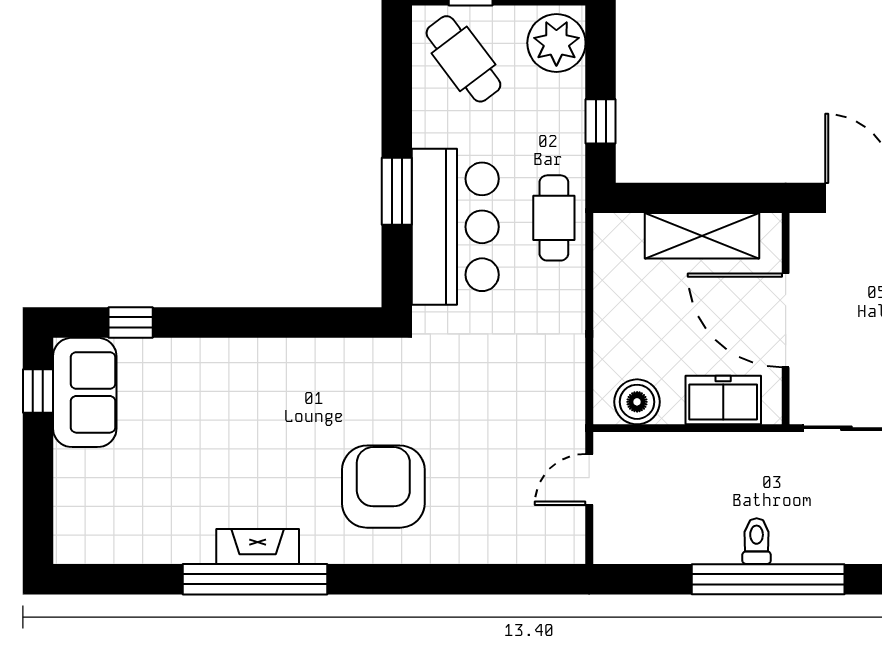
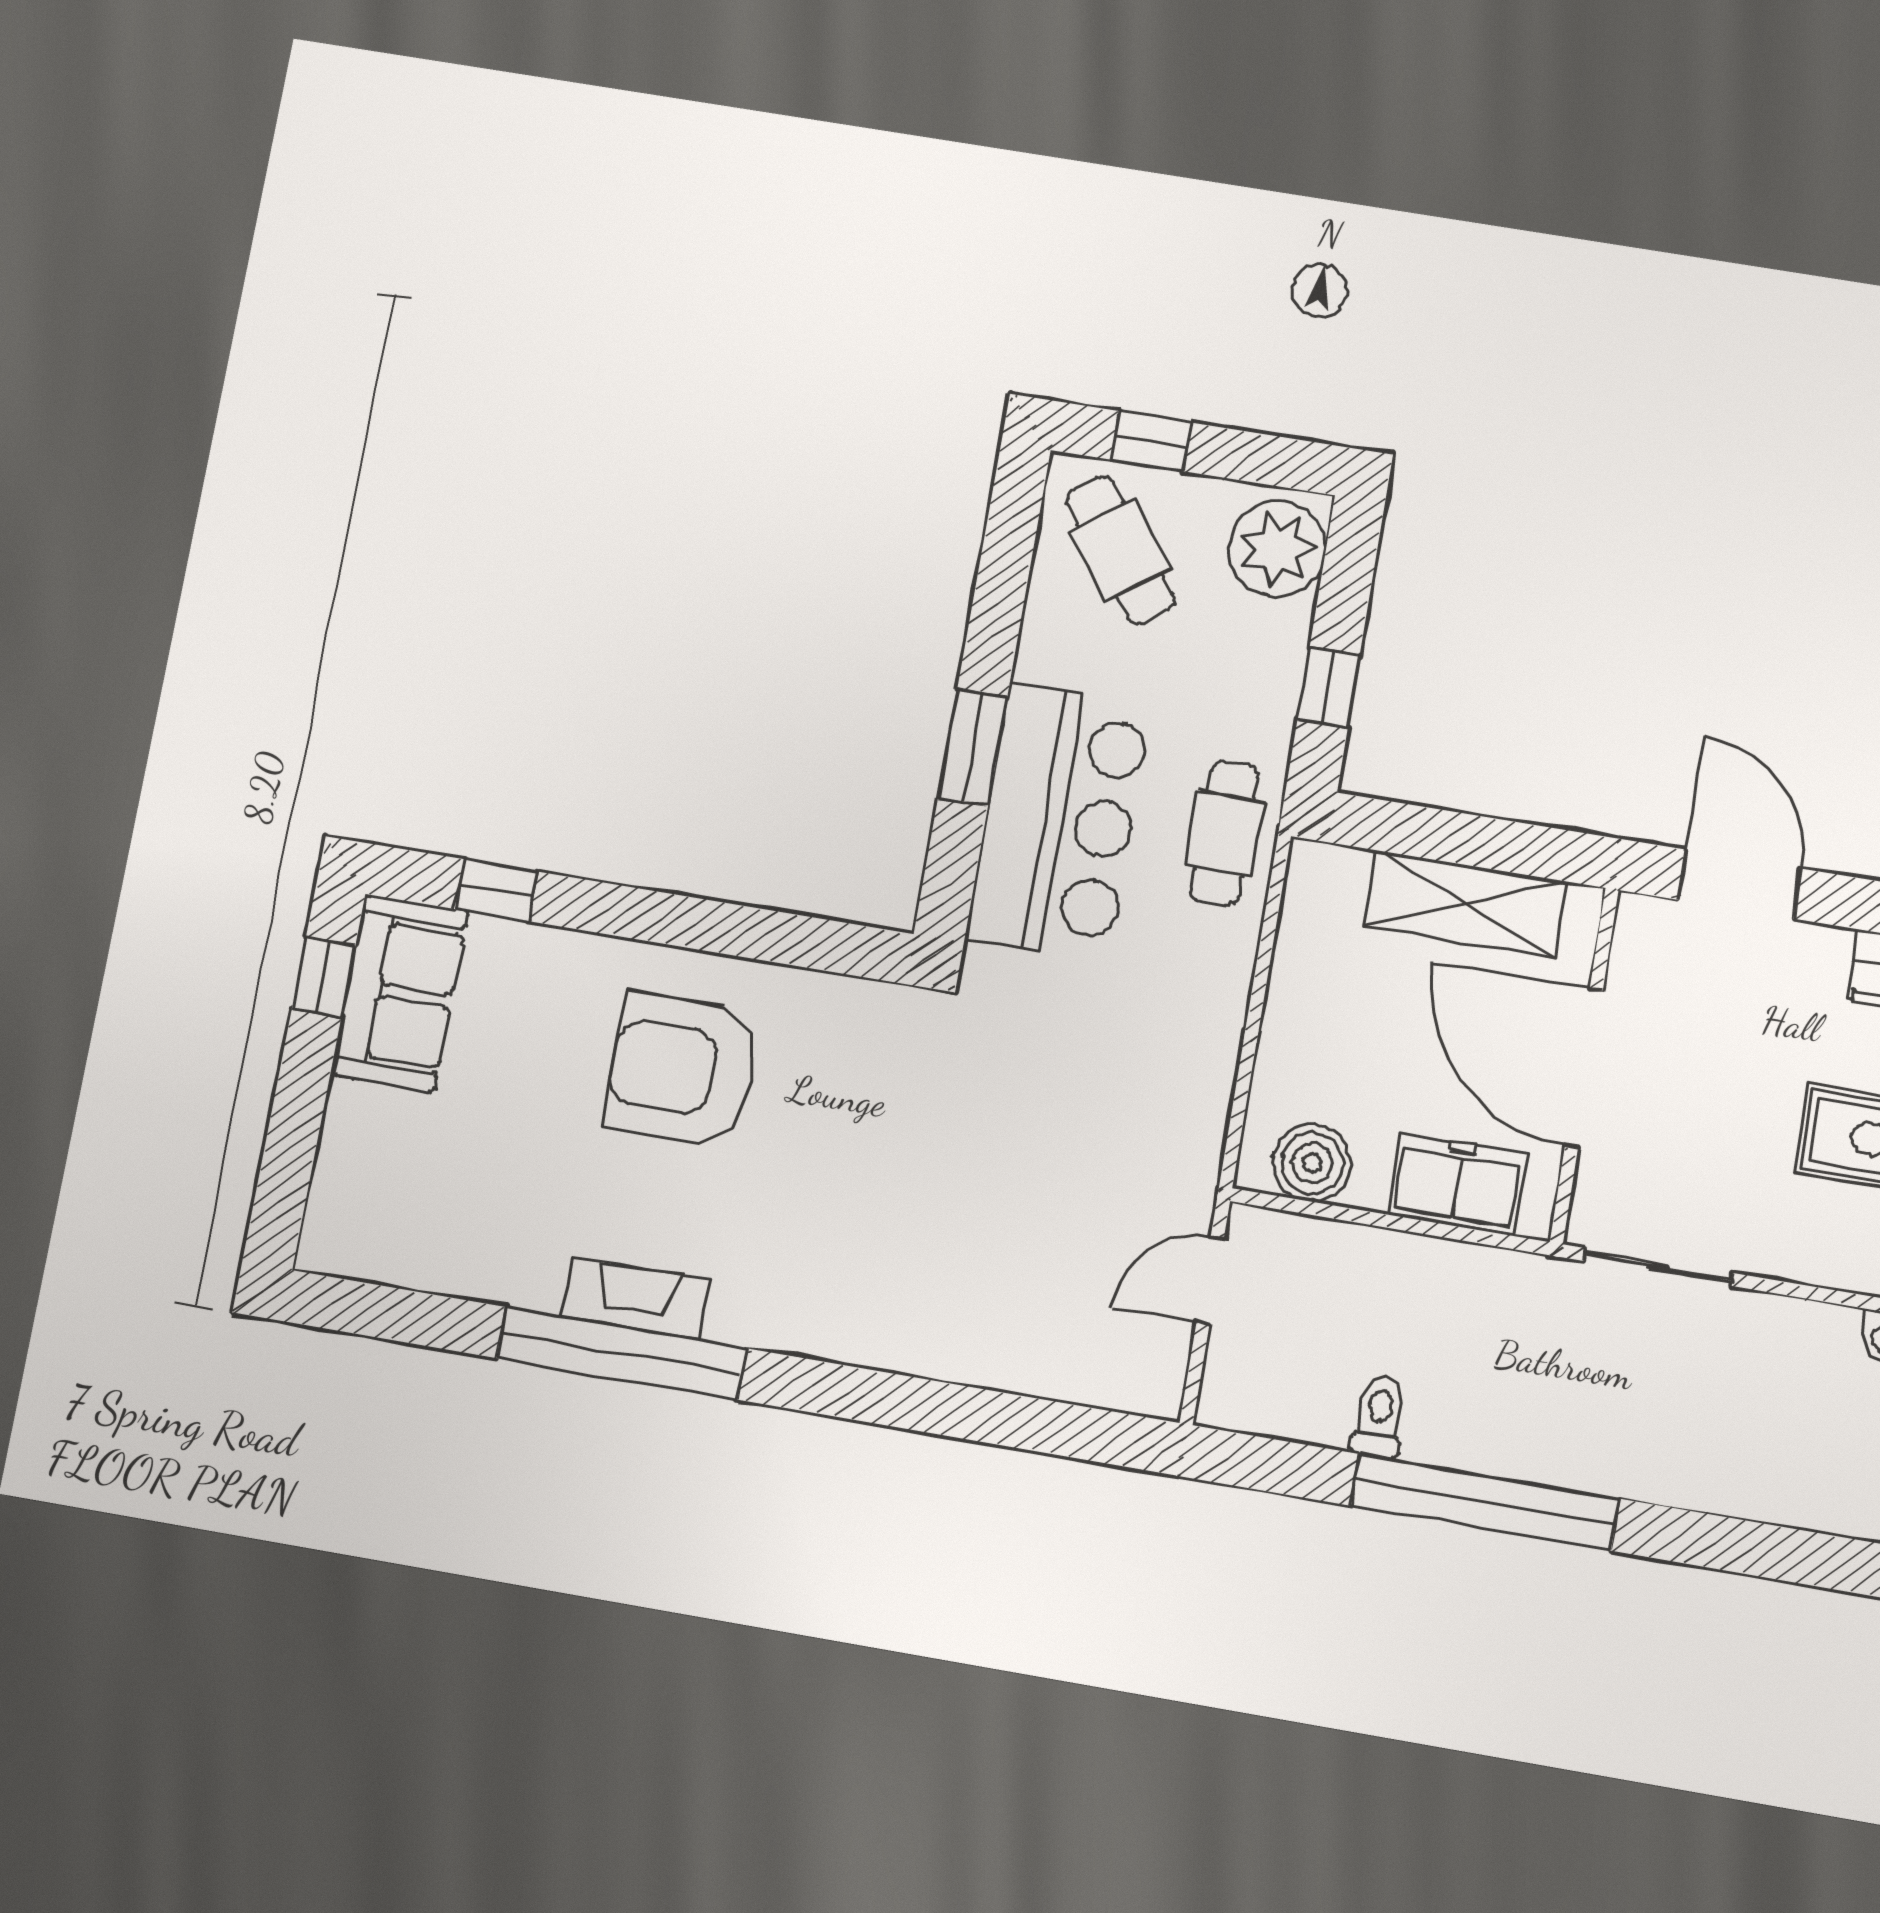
armchair: (383, 487) -> (683, 1070), moved, turned -90
toilet: (757, 541) -> (1379, 1417), moved

